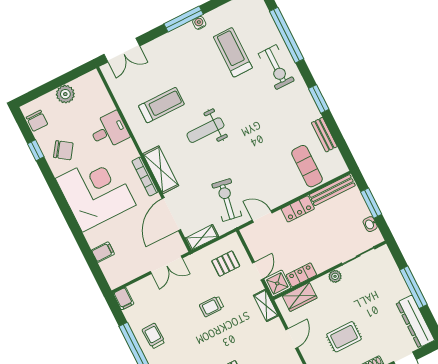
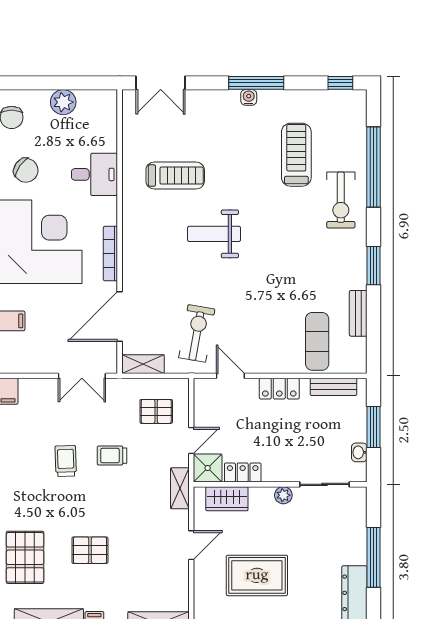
water cooler: (199, 23) -> (249, 97), moved
shelving: (161, 170) -> (134, 255), removed
bench: (332, 190) -> (334, 387), width x0.73
trolley: (154, 336) -> (66, 461), moved
rug: (344, 337) -> (257, 575), width x1.36, depth x1.43

